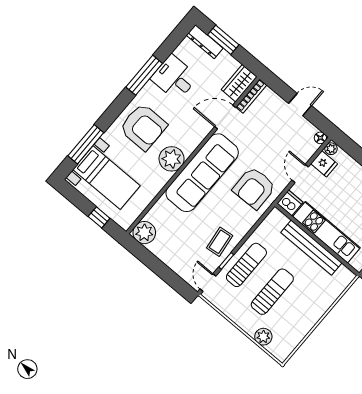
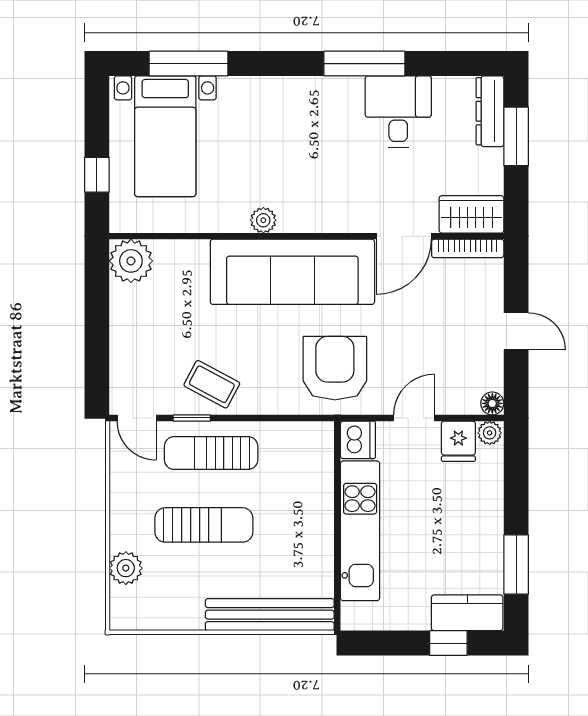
door: (225, 117) -> (404, 236), swing flipped
armchair: (143, 127) -> (287, 127), removed
plant: (172, 159) -> (263, 220), width x0.53, depth x0.53
armchair: (254, 188) -> (335, 368), turned 91
coffee table: (220, 242) -> (212, 384), turned 35
bench: (311, 248) -> (270, 615), moved, turned 90
sun lounger: (246, 265) -> (211, 453), turned 180
door: (208, 283) -> (137, 418), swing flipped

